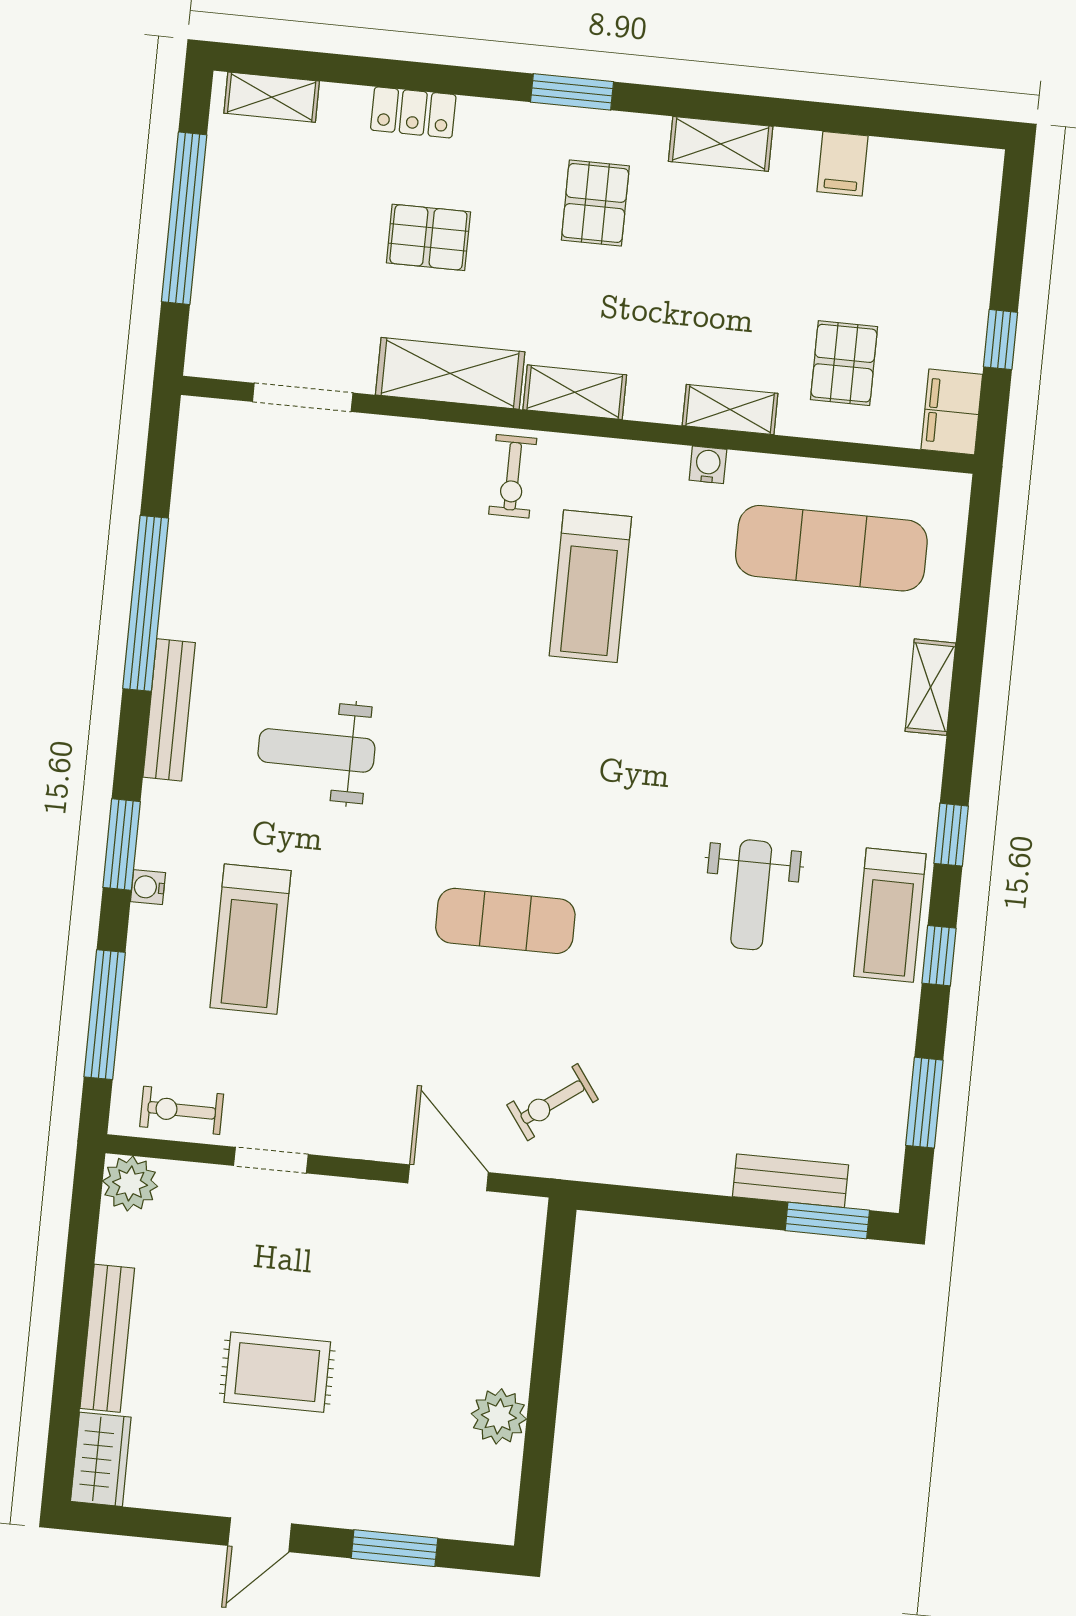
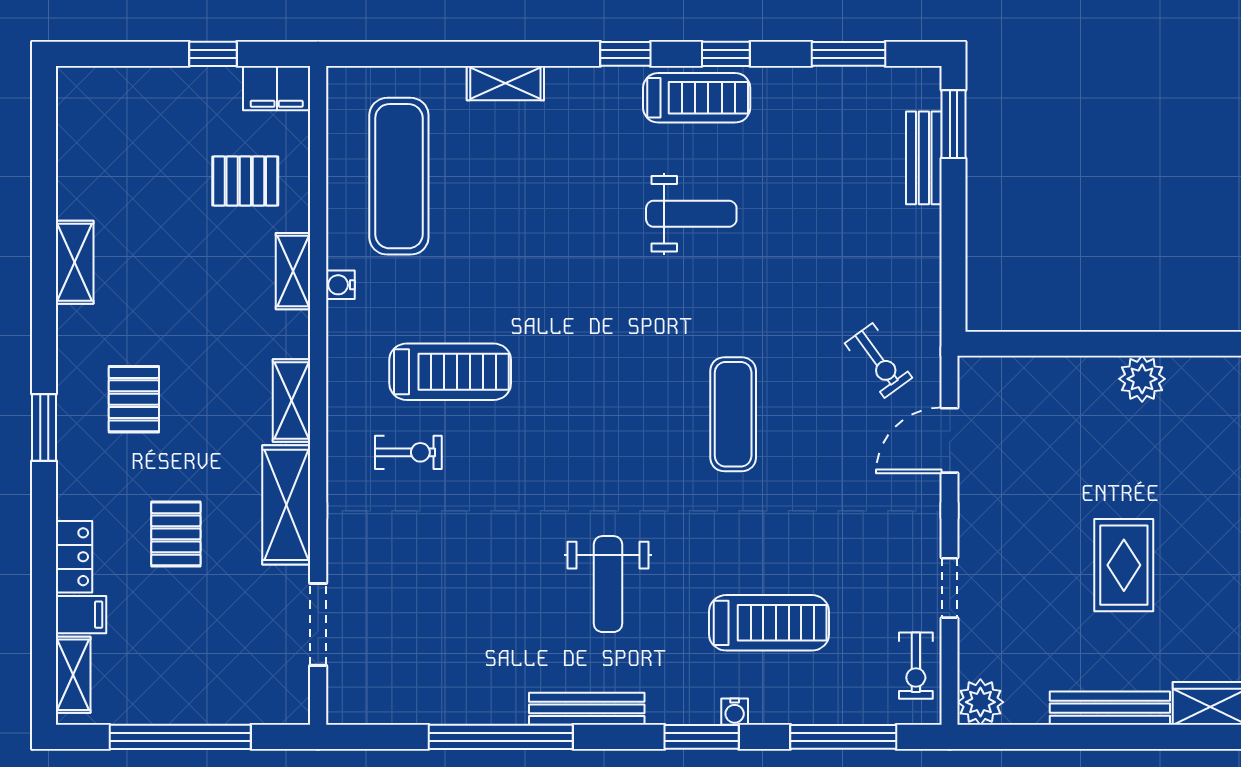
shelving: (721, 144) -> (75, 262), moved
filing cabinet: (842, 164) -> (81, 615), moved
pallet: (595, 203) -> (134, 399), turned 90
exercise bike: (513, 476) -> (408, 452), moved

